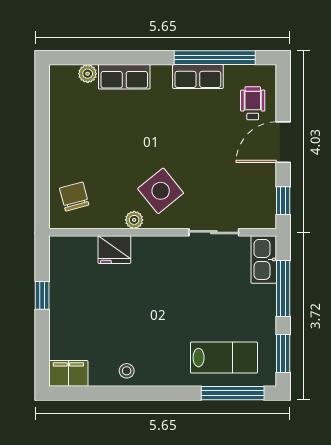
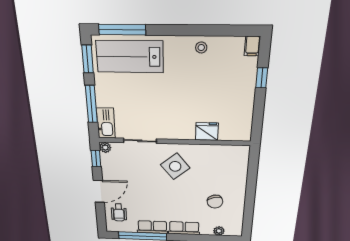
row of seats: (124, 77) -> (184, 228), moved
chair: (74, 197) -> (215, 202), moved
plant: (134, 220) -> (105, 147), moved
window: (42, 295) -> (262, 78), moved
lab bench: (224, 358) -> (130, 57), width x1.36, depth x1.39
filing cabinet: (68, 373) -> (252, 46), width x0.50

